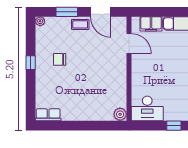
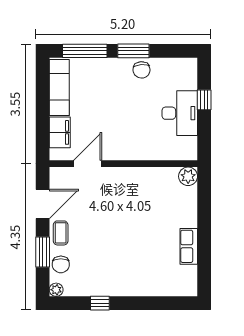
chair: (60, 59) -> (61, 264), moved
window: (31, 63) -> (100, 303), moved
desk: (147, 108) -> (180, 113), moved
row of seats: (48, 115) -> (189, 246), moved

